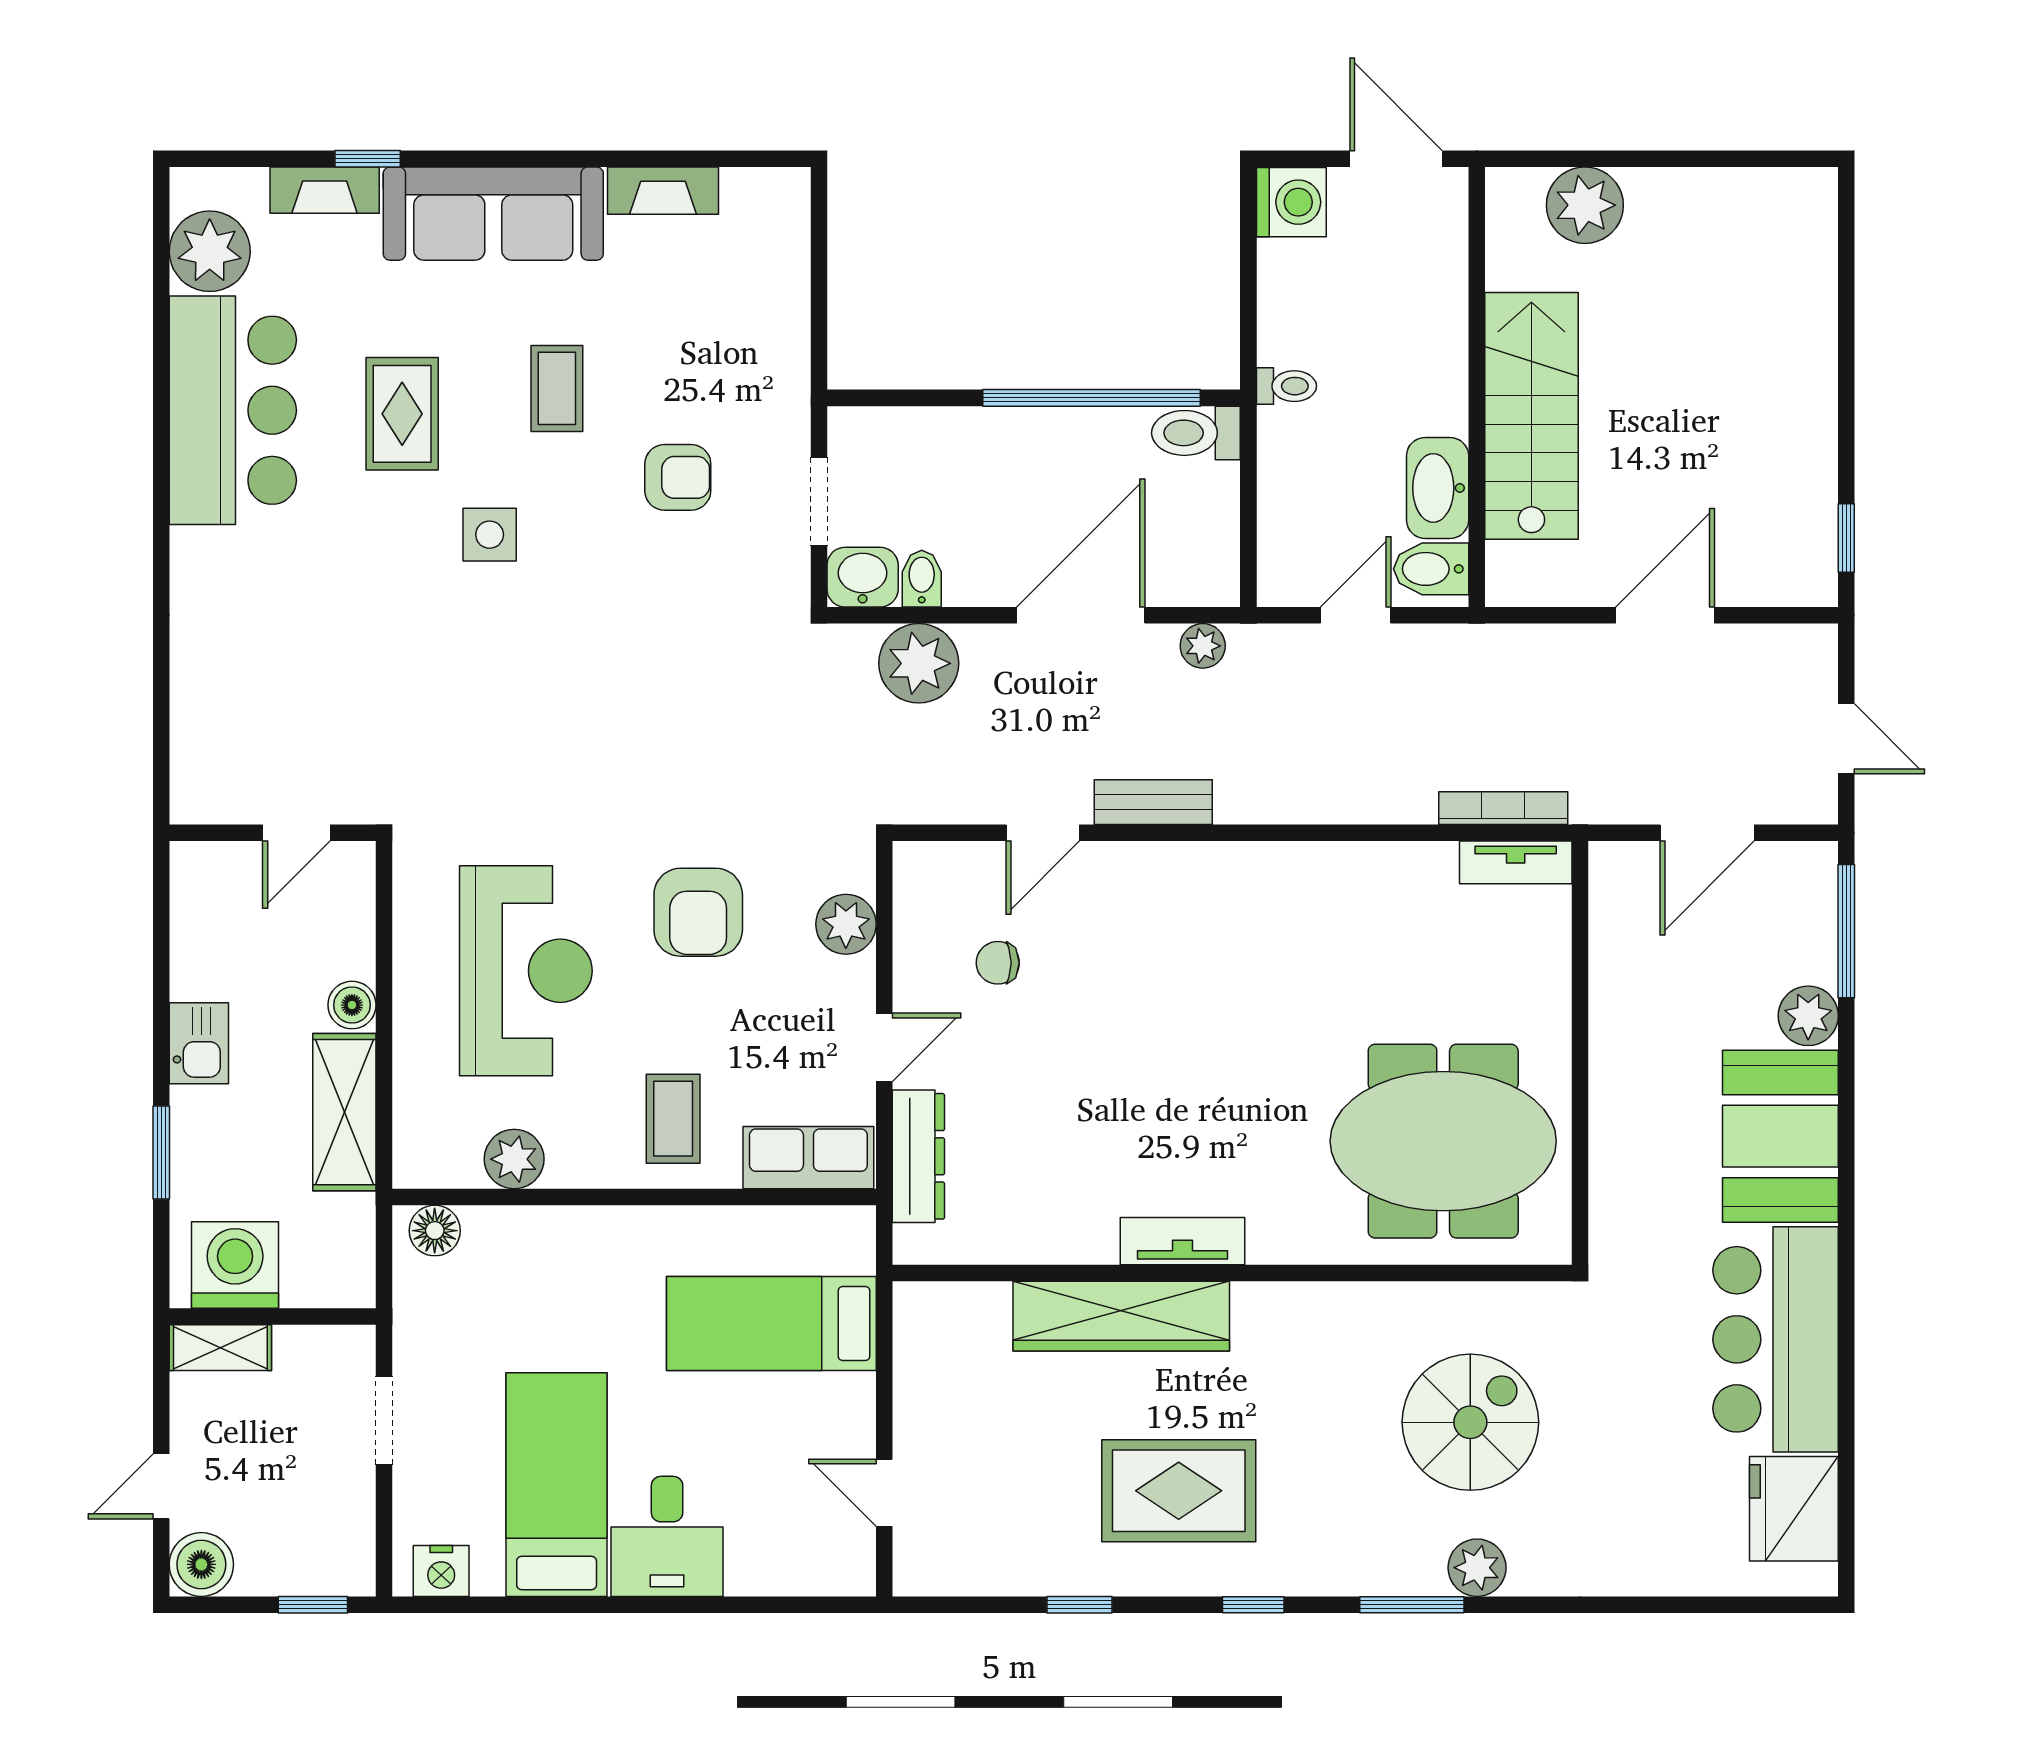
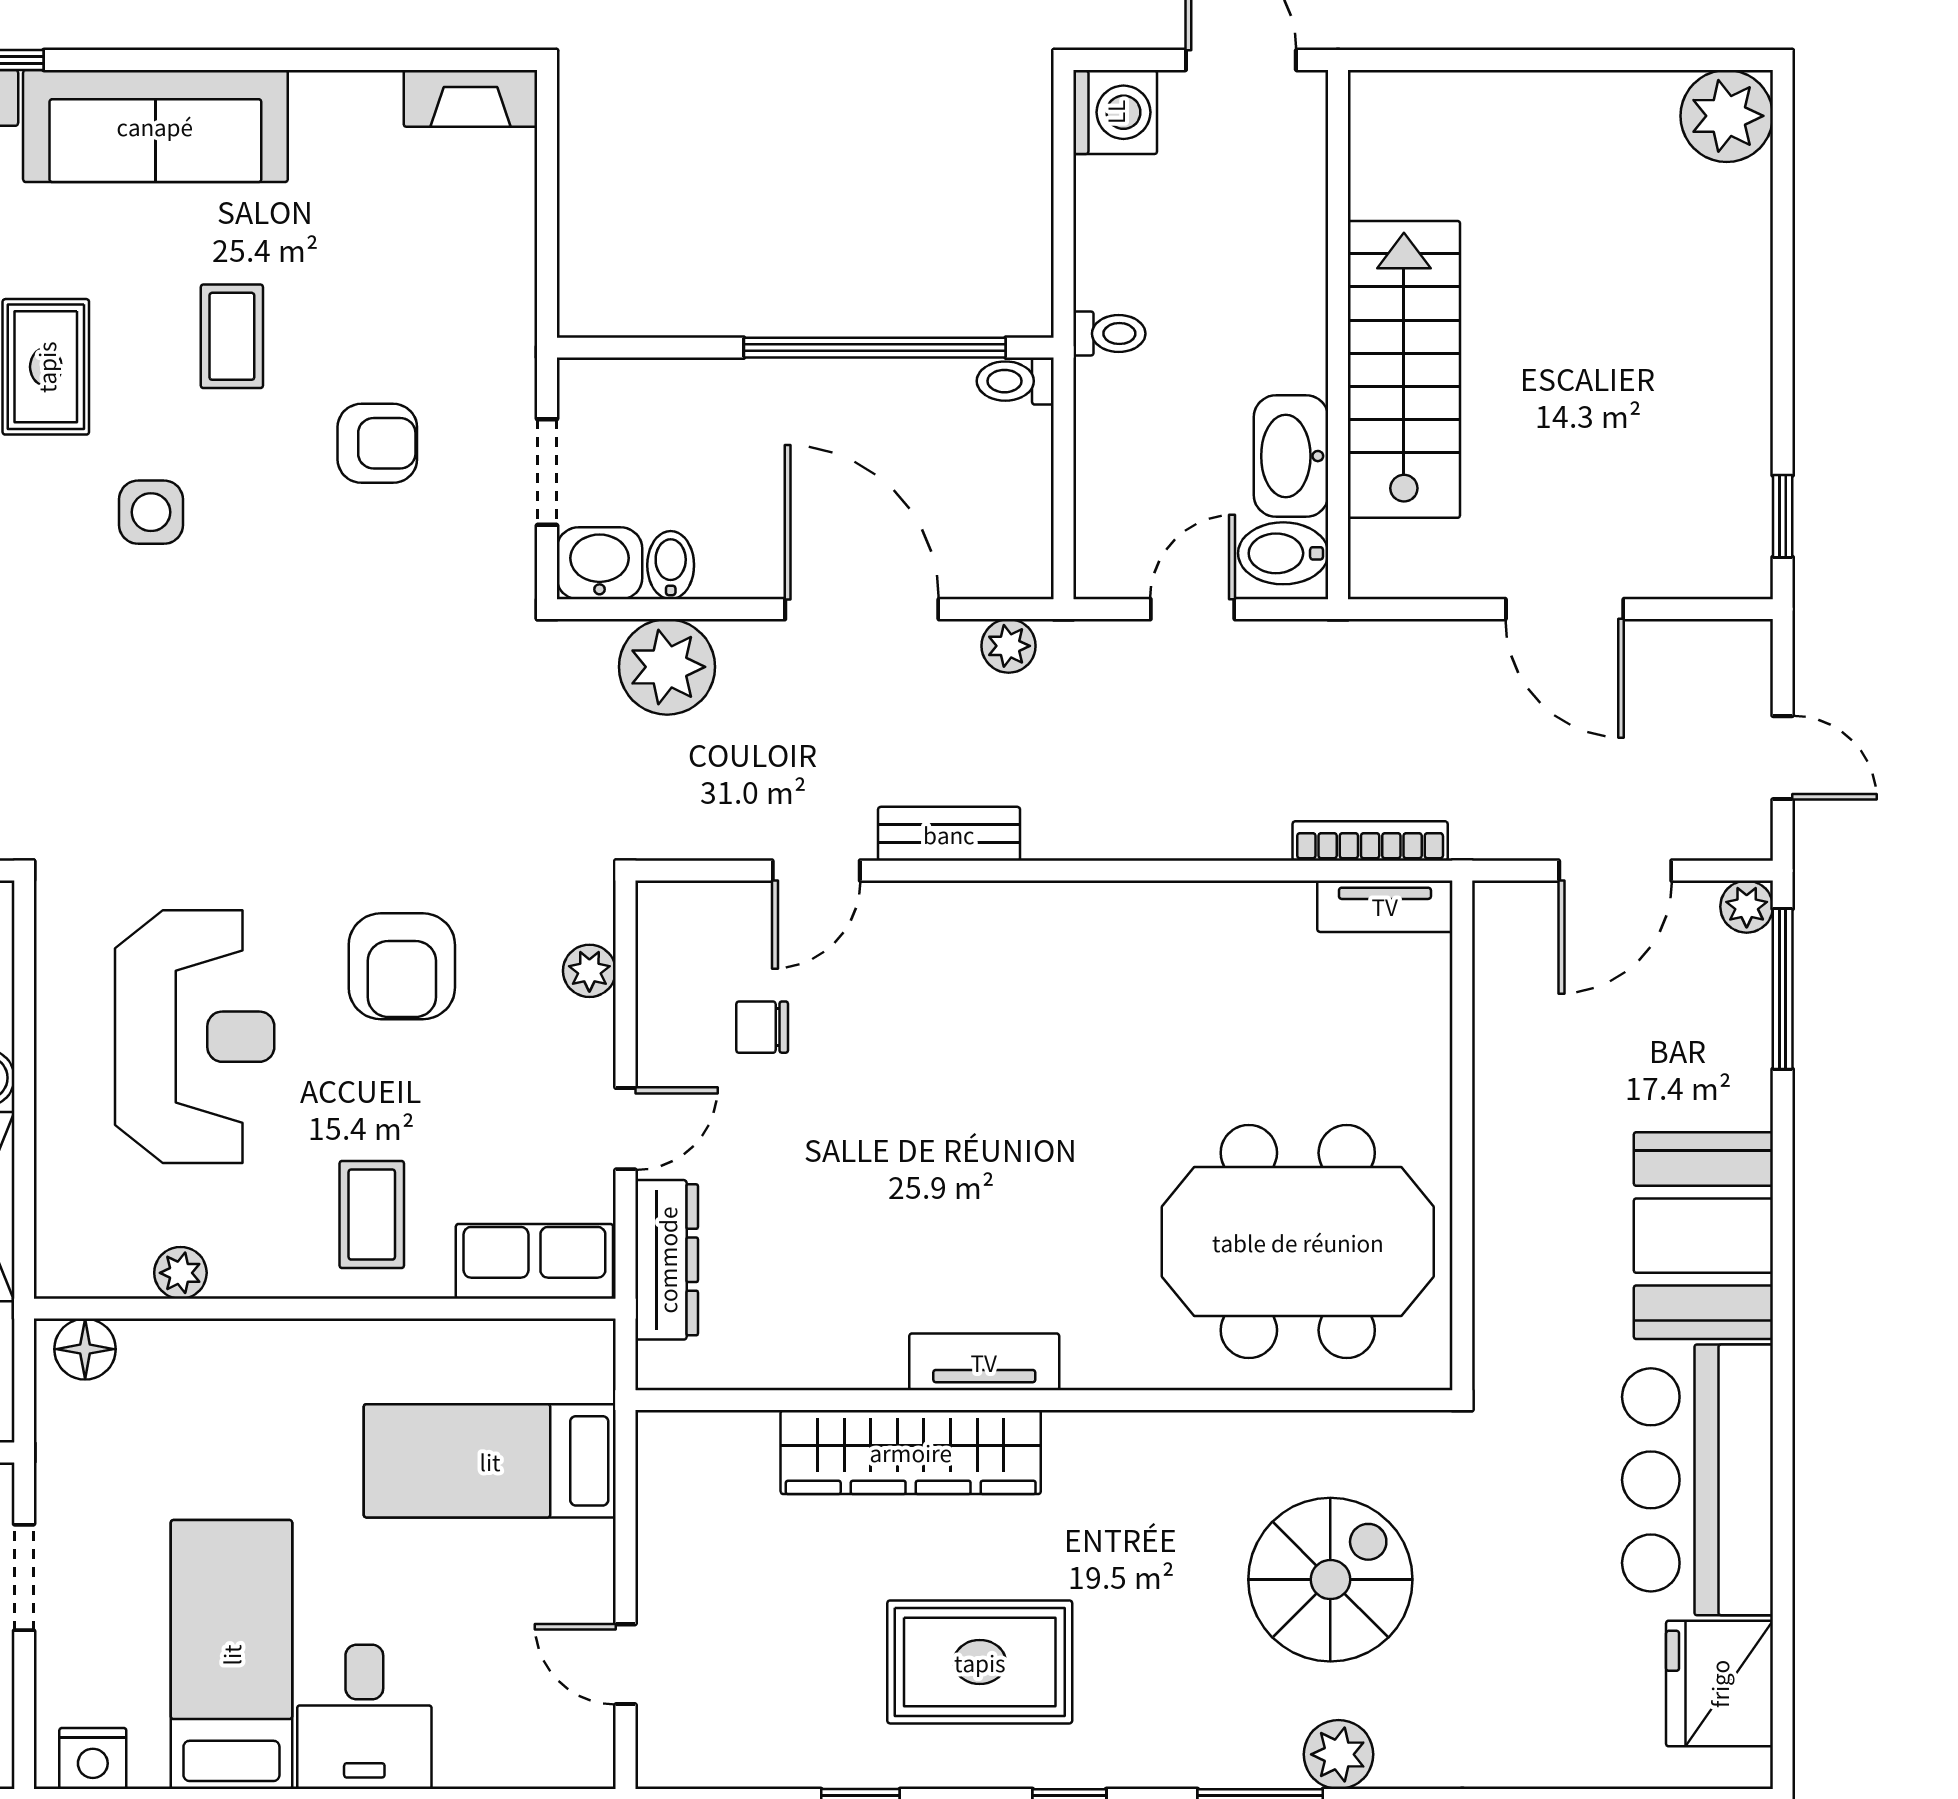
fireplace: (663, 191) -> (471, 98), moved
plant: (1585, 205) -> (1727, 116), moved
toilet: (1196, 433) -> (1015, 381), width x0.73, depth x0.72
door: (1081, 615) -> (862, 609), hinge flipped
door: (1665, 615) -> (1565, 609), swing flipped
plant: (846, 924) -> (589, 971), width x0.73, depth x0.73
plant: (1808, 1016) -> (1747, 907), moved, width x0.73, depth x0.73
plant: (514, 1159) -> (180, 1273), width x0.73, depth x0.73

